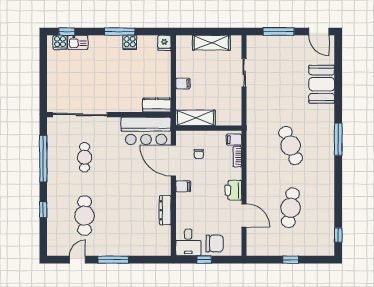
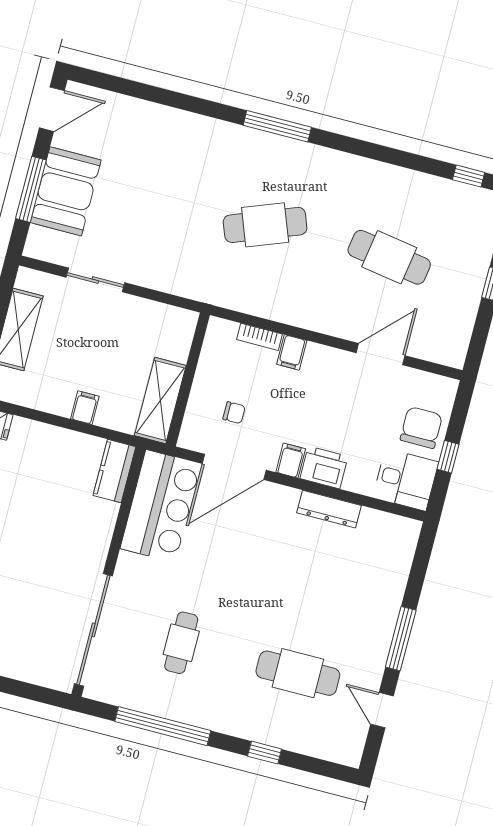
booth: (322, 84) -> (66, 191), moved, turned 90
filing cabinet: (234, 140) -> (292, 352), moved
cafe table: (85, 157) -> (181, 643), turned 90
printer: (233, 190) -> (324, 467), moved, turned 180

